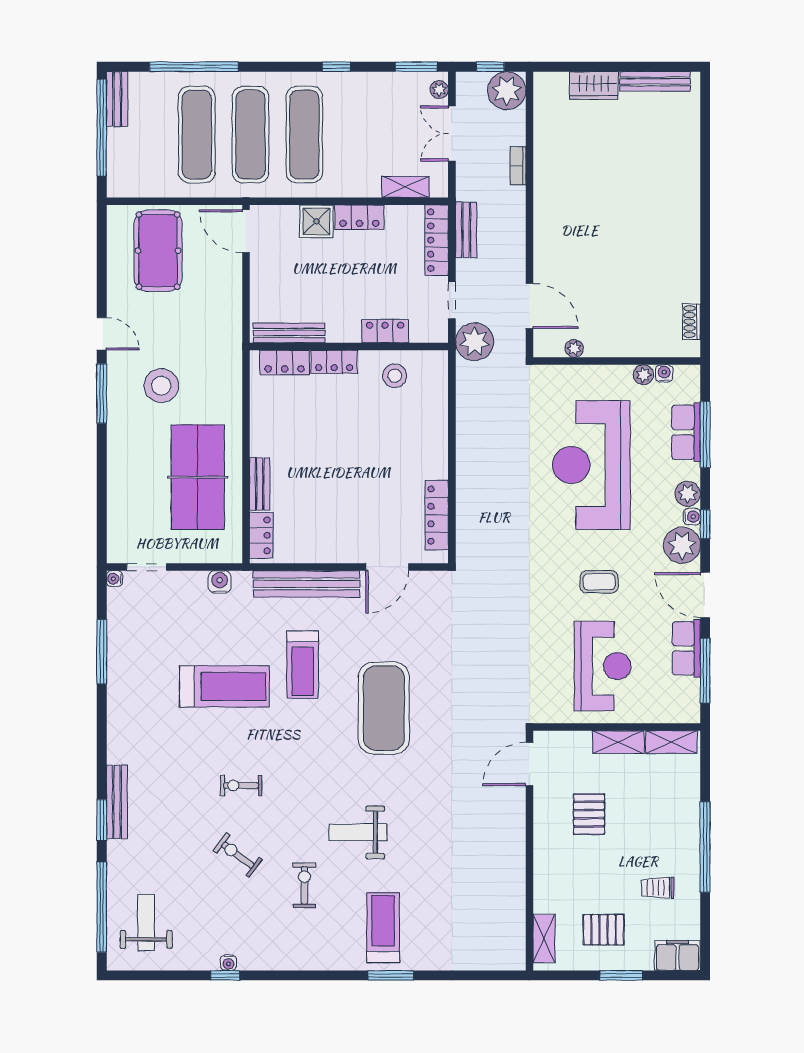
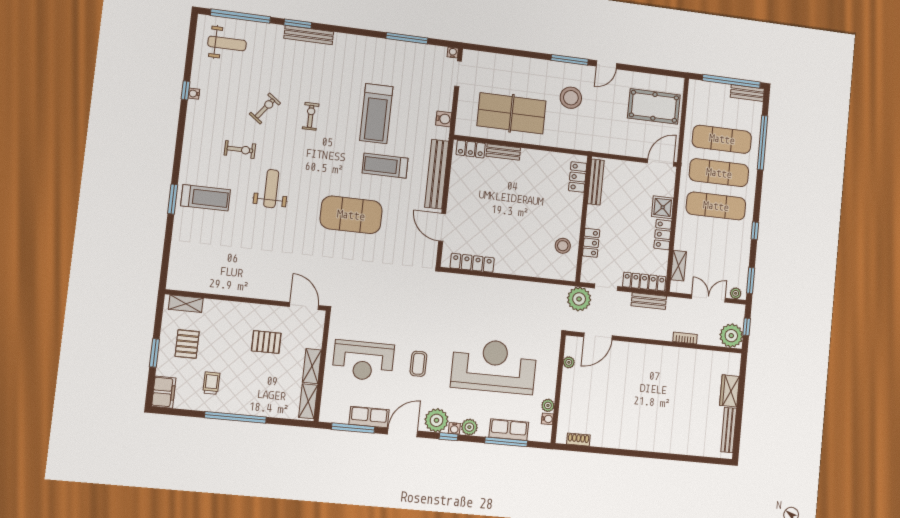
locker: (334, 362) -> (575, 208), removed

